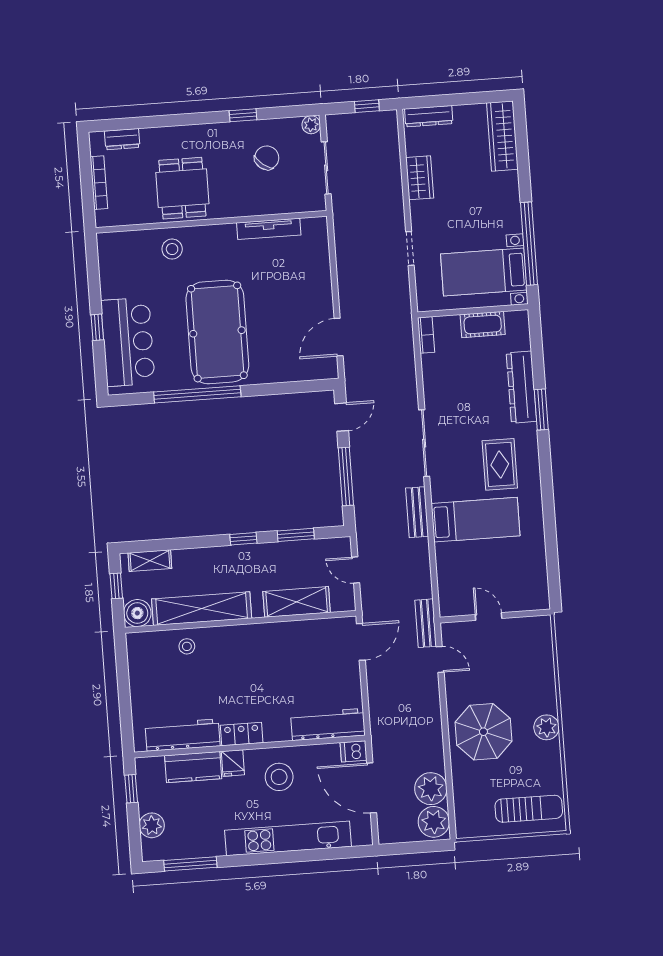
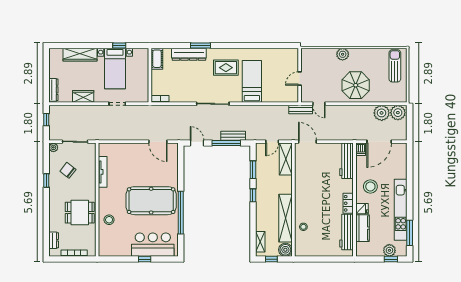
wardrobe: (502, 136) -> (80, 55), moved
window: (529, 244) -> (119, 45), width x0.32
bed with nightstands: (484, 272) -> (115, 69), moved
cot: (483, 324) -> (157, 59), moved
bench: (417, 512) -> (233, 136), moved
shelving: (297, 602) -> (286, 159), moved
door: (440, 659) -> (319, 104), swing flipped
plant: (547, 727) -> (343, 54), moved
window: (131, 789) -> (391, 259), moved
kitchen unit: (288, 838) -> (401, 210), moved

